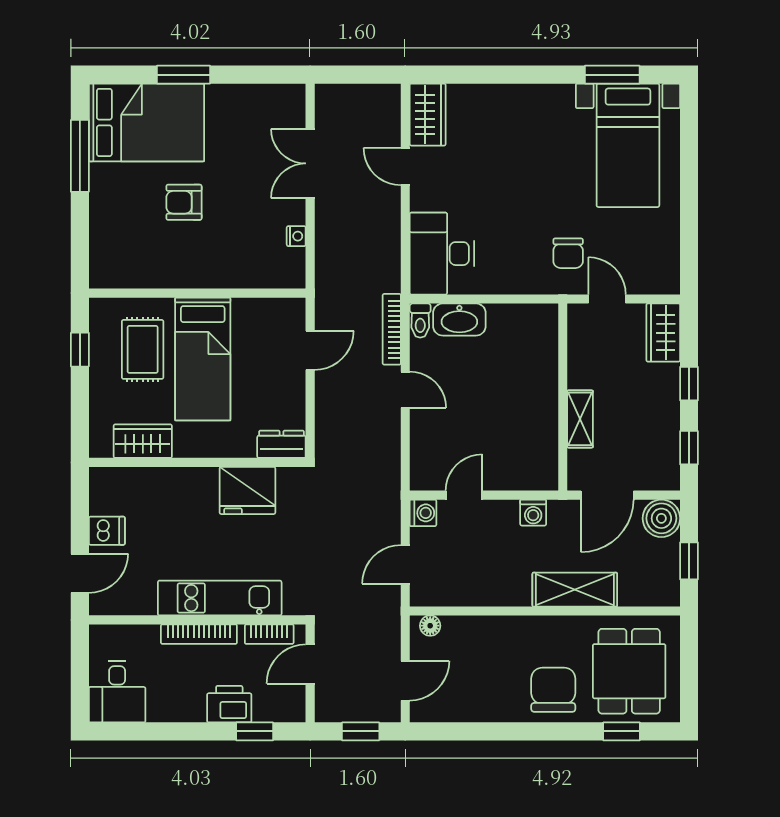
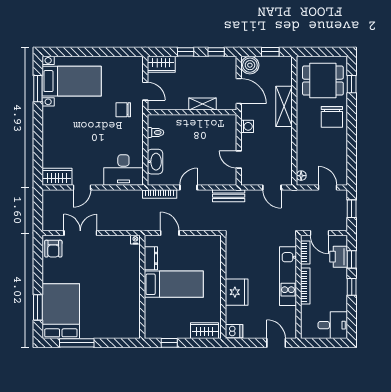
window: (184, 75) -> (38, 307), moved
double door: (310, 163) -> (80, 233), swing flipped
armchair: (184, 202) -> (53, 249), moved
nightstand: (296, 236) -> (135, 240), moved
chair: (568, 253) -> (123, 110), turned 180
door: (607, 299) -> (145, 91), swing flipped
toilet: (420, 321) -> (155, 132), moved
rug: (143, 349) -> (169, 313), removed
wardrobe: (143, 441) -> (205, 331), moved, turned 90
dresser: (281, 444) -> (151, 258), moved, turned 180
bench: (388, 474) -> (229, 196), added
fridge: (247, 490) -> (237, 292), moved
washing machine: (423, 513) -> (247, 179), removed
dishwasher: (107, 531) -> (234, 331), moved, turned 90
chair: (553, 690) -> (332, 117), turned -90
printer: (229, 704) -> (339, 257), moved
window: (197, 731) -> (352, 287), added

